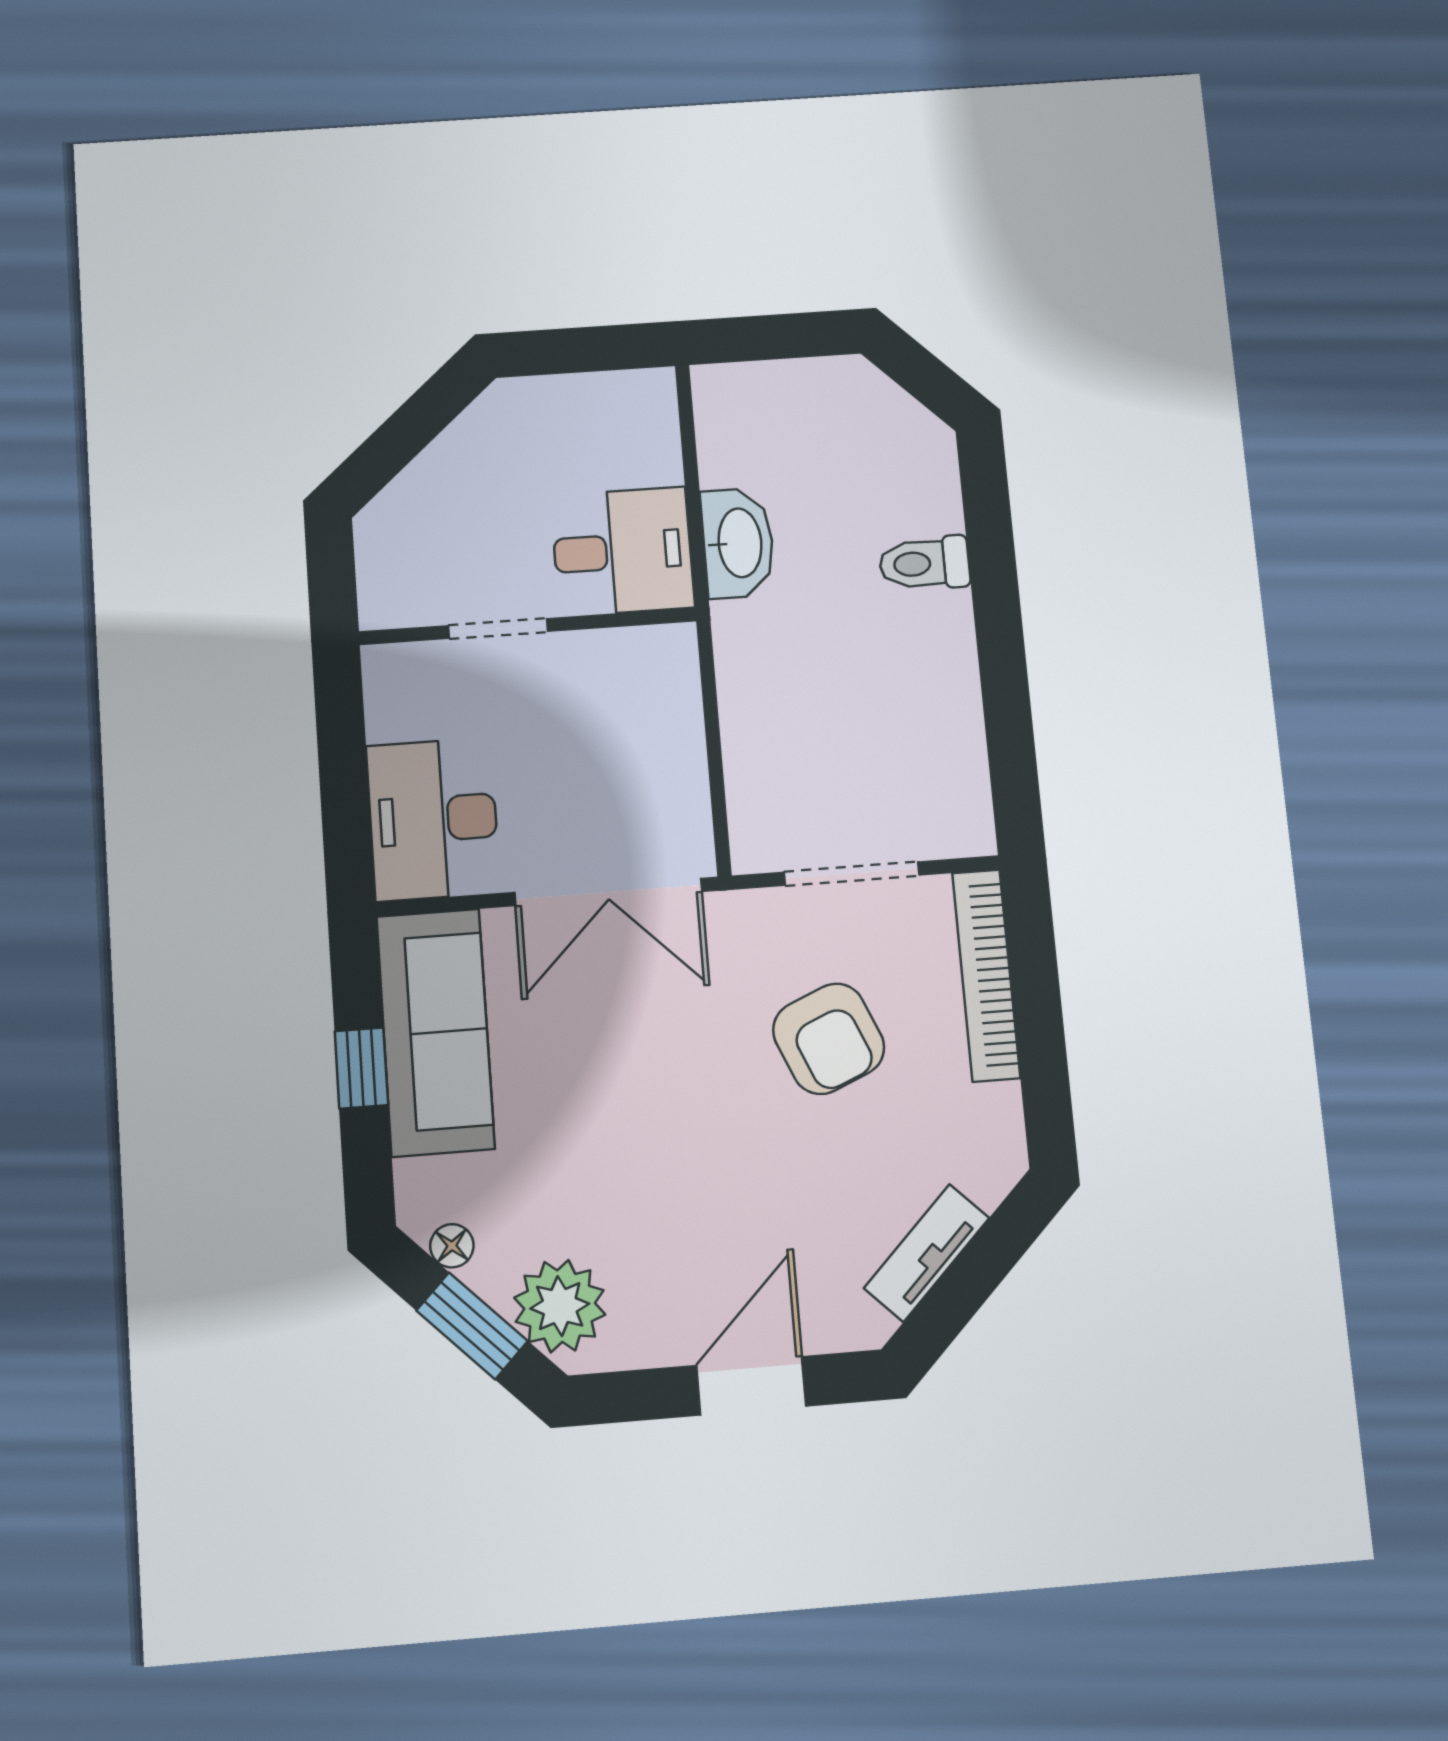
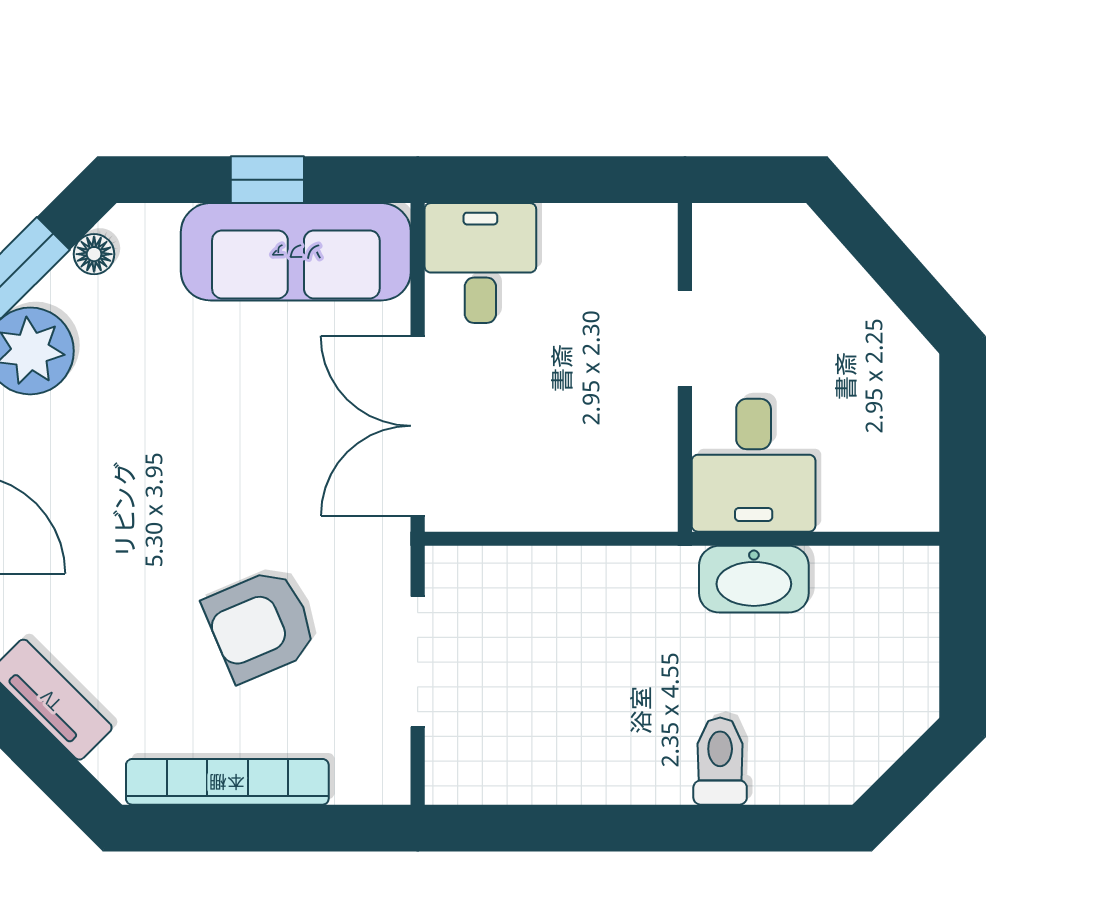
desk: (433, 819) -> (480, 263), width x0.73
bookcase: (986, 975) -> (227, 782), moved

